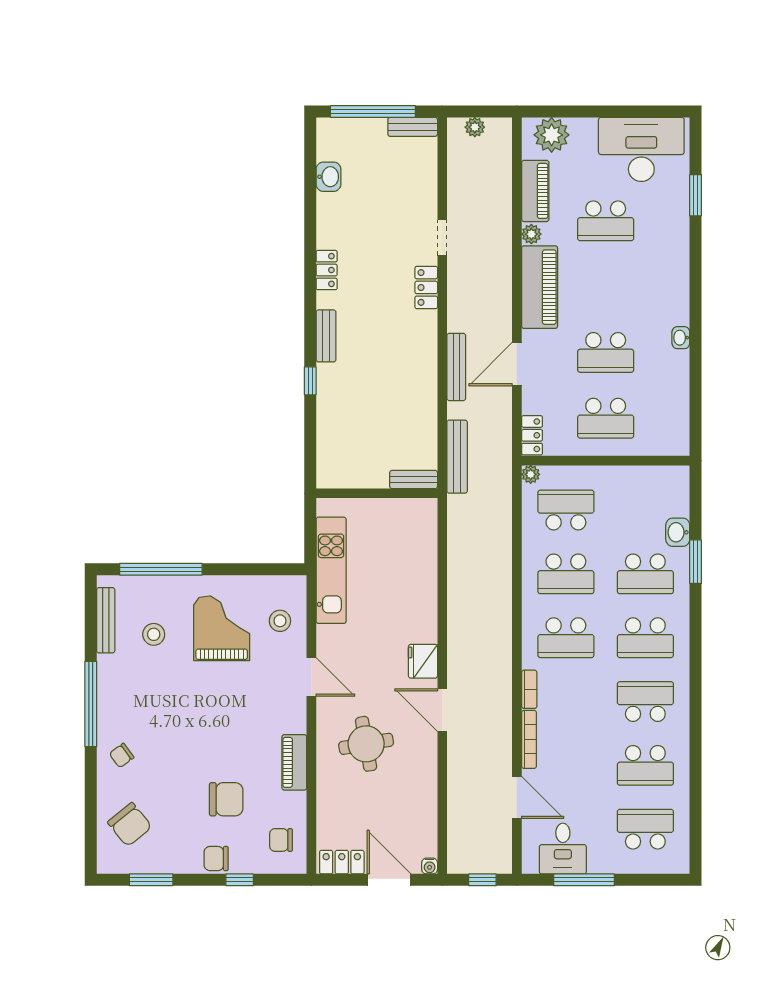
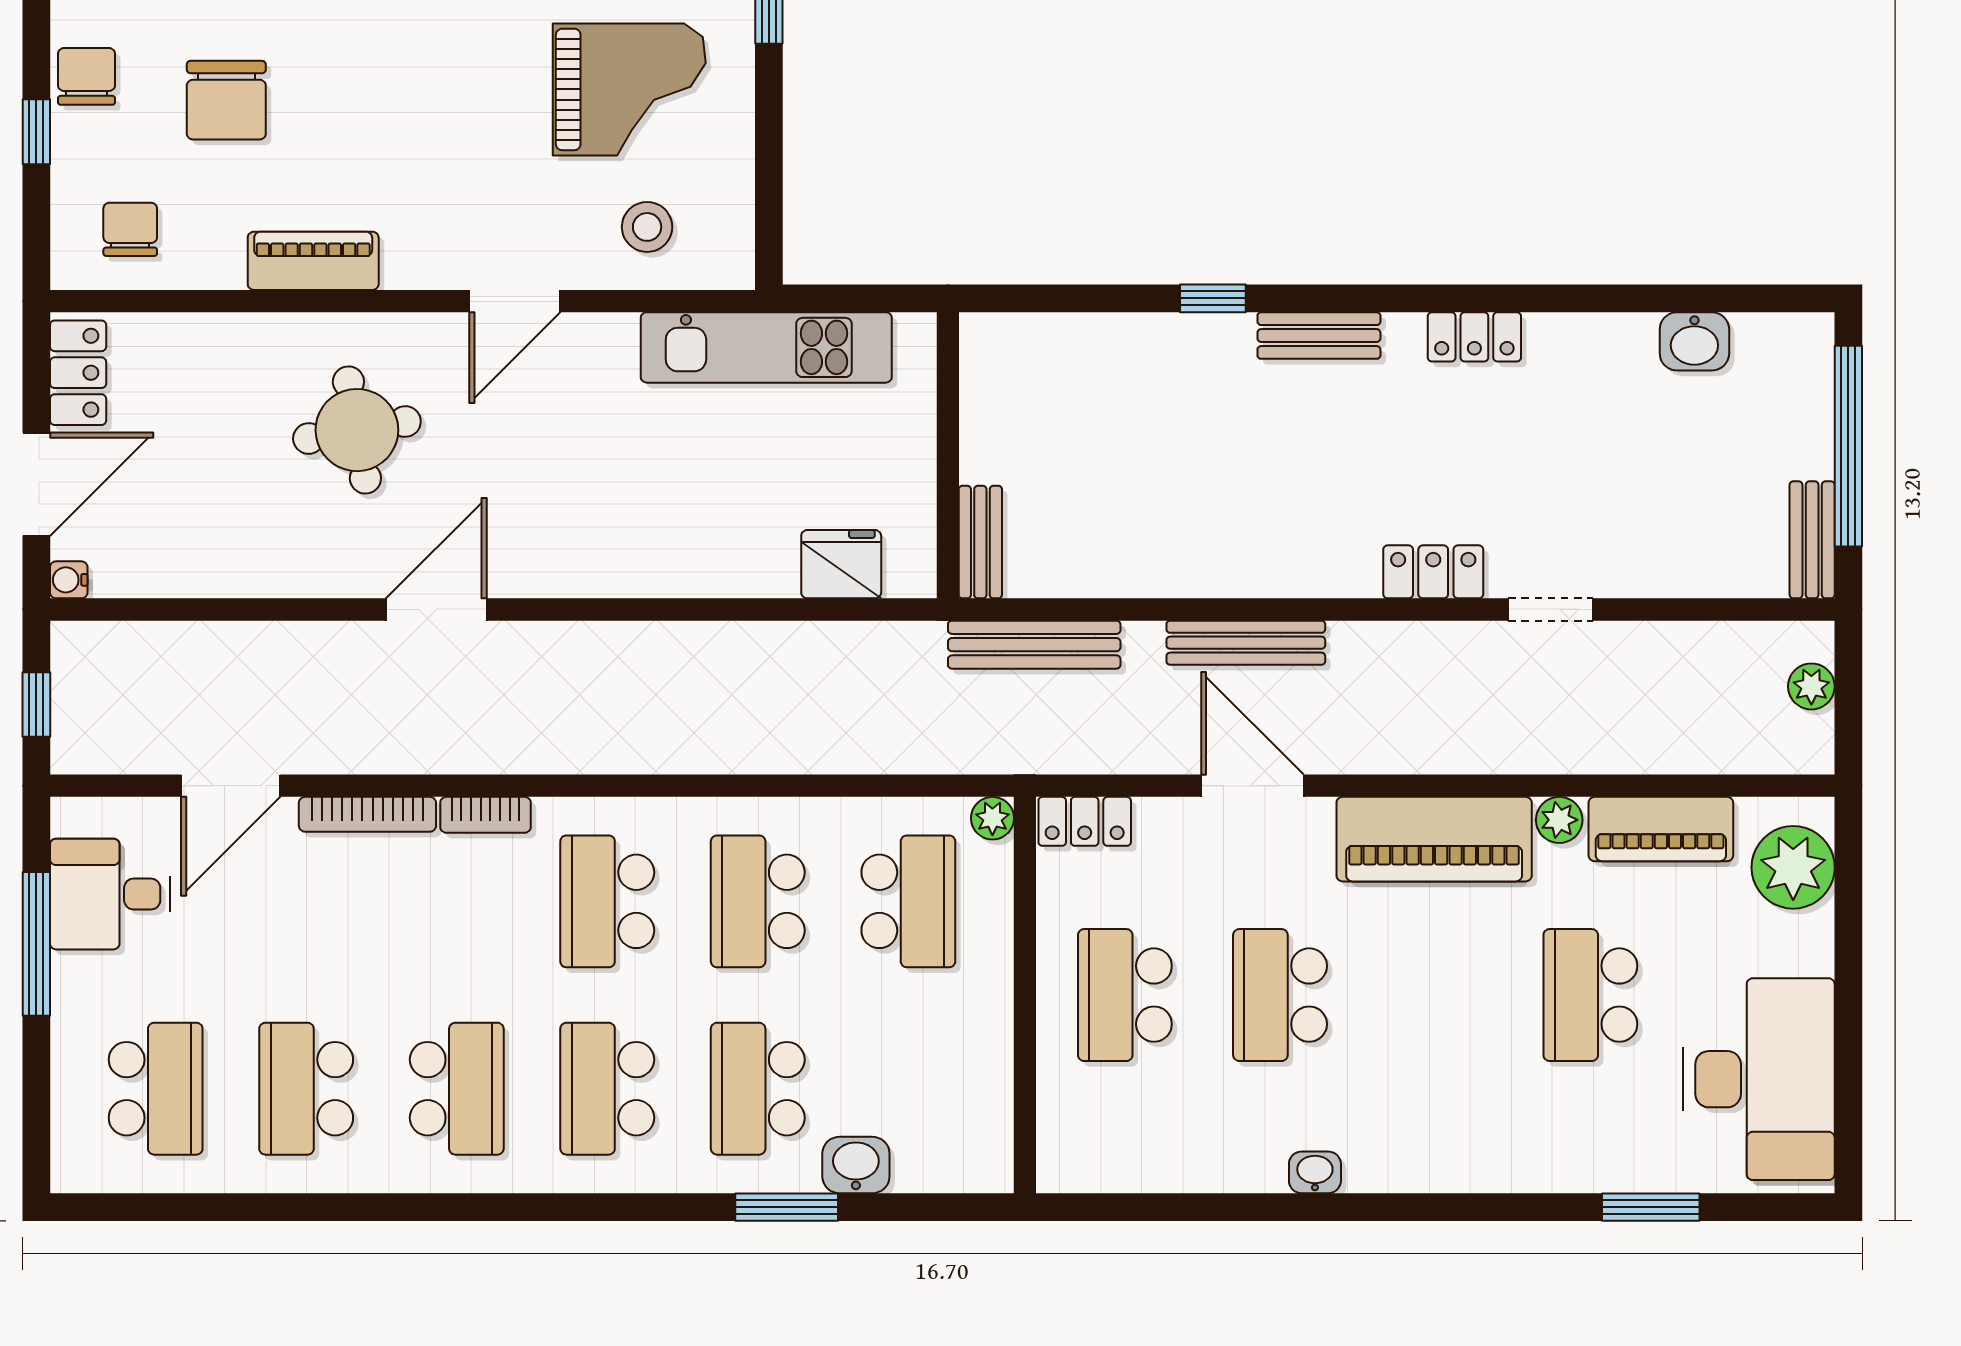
fridge: (423, 661) -> (841, 564), moved

